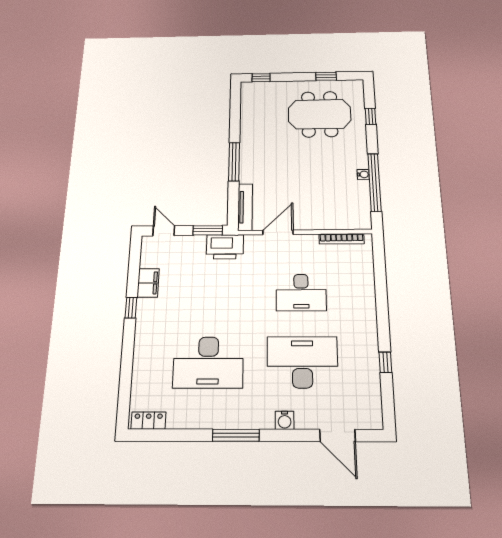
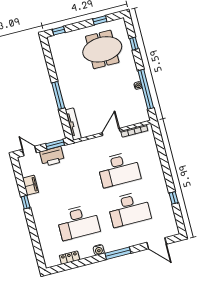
door: (278, 232) -> (111, 132), moved
printer: (225, 247) -> (52, 156), moved
desk: (301, 293) -> (119, 169), width x1.36, depth x1.30
desk: (302, 362) -> (129, 209), turned 180
water cooler: (285, 420) -> (99, 250), moved
locker: (148, 421) -> (70, 258), moved
window: (236, 435) -> (118, 253), moved

